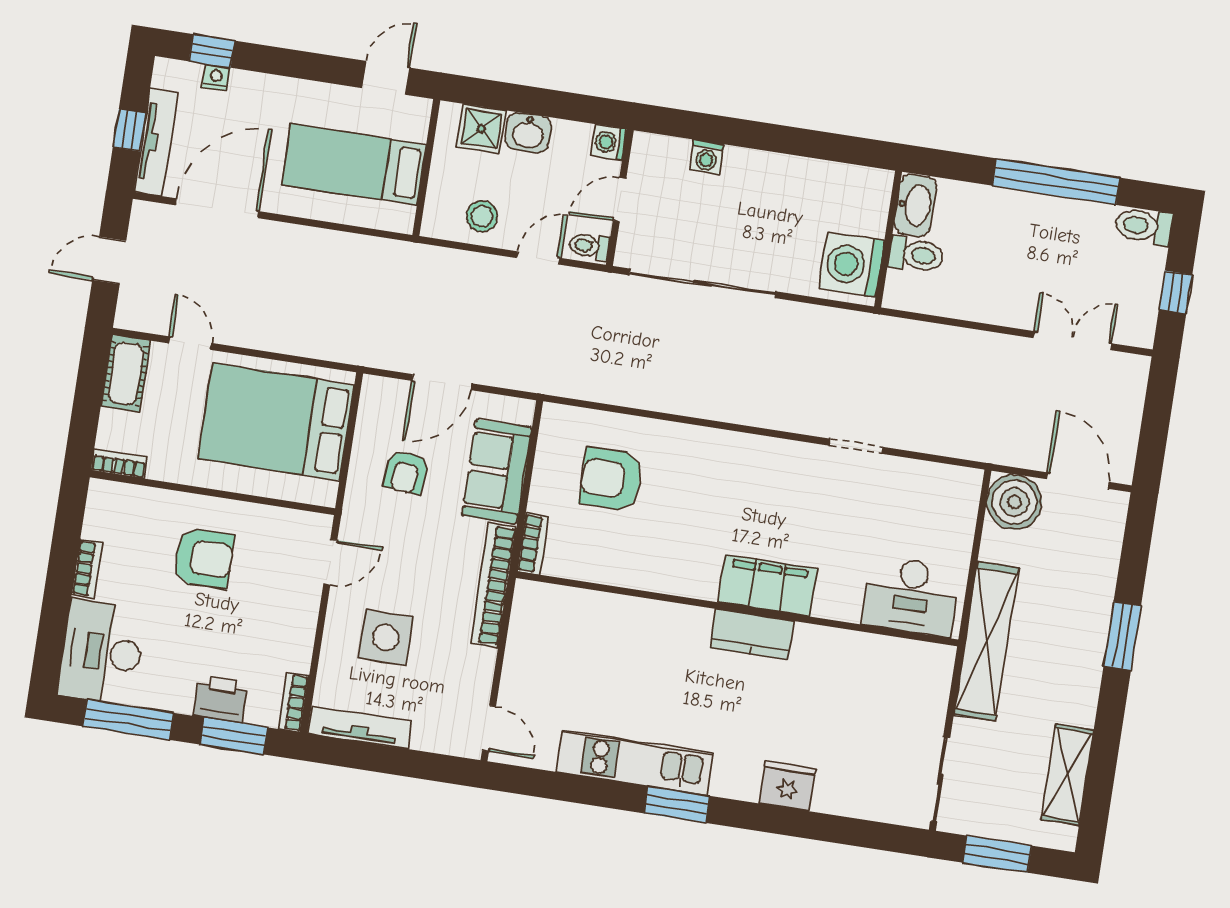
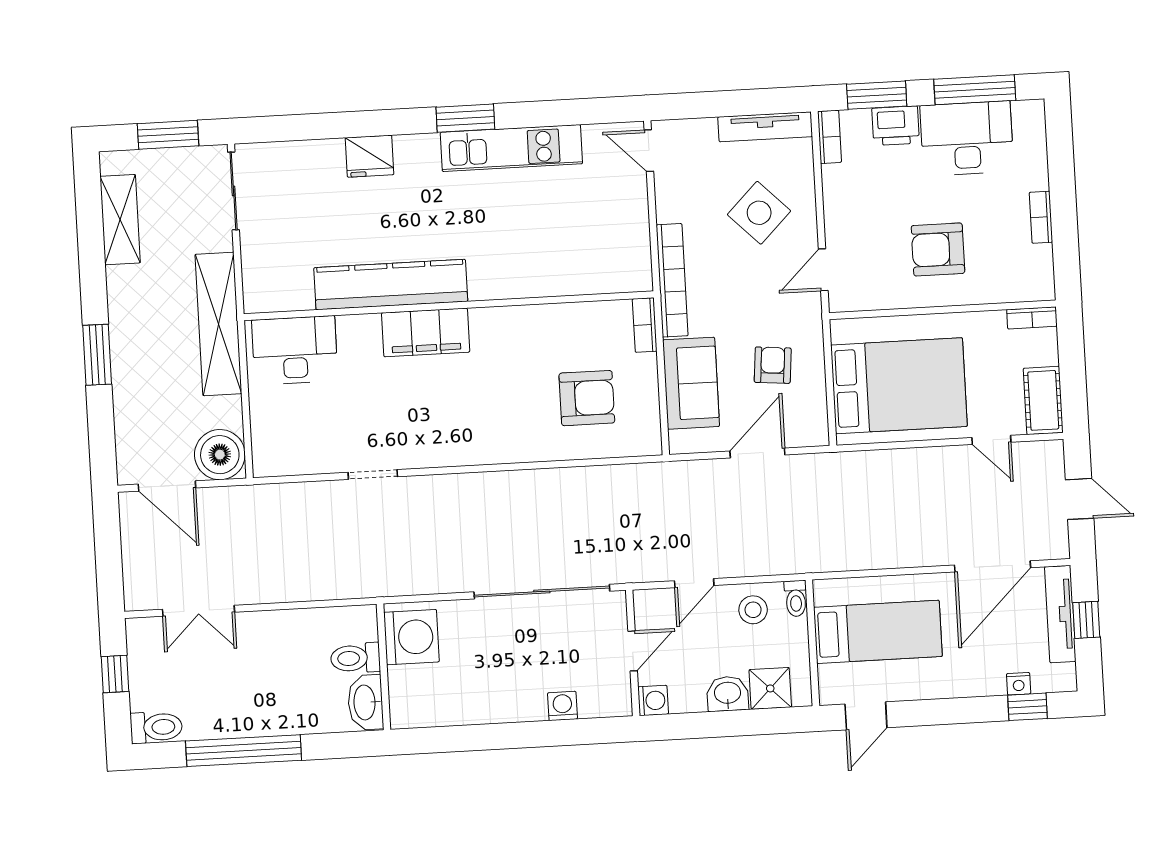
toilet: (589, 246) -> (796, 598), moved, turned 90
door: (109, 260) -> (1080, 499), hinge flipped
kitchen counter: (752, 635) -> (391, 285), width x2.08, depth x1.17
side table: (386, 637) -> (759, 213), turned 45
desk: (102, 652) -> (967, 138), moved, turned -90

